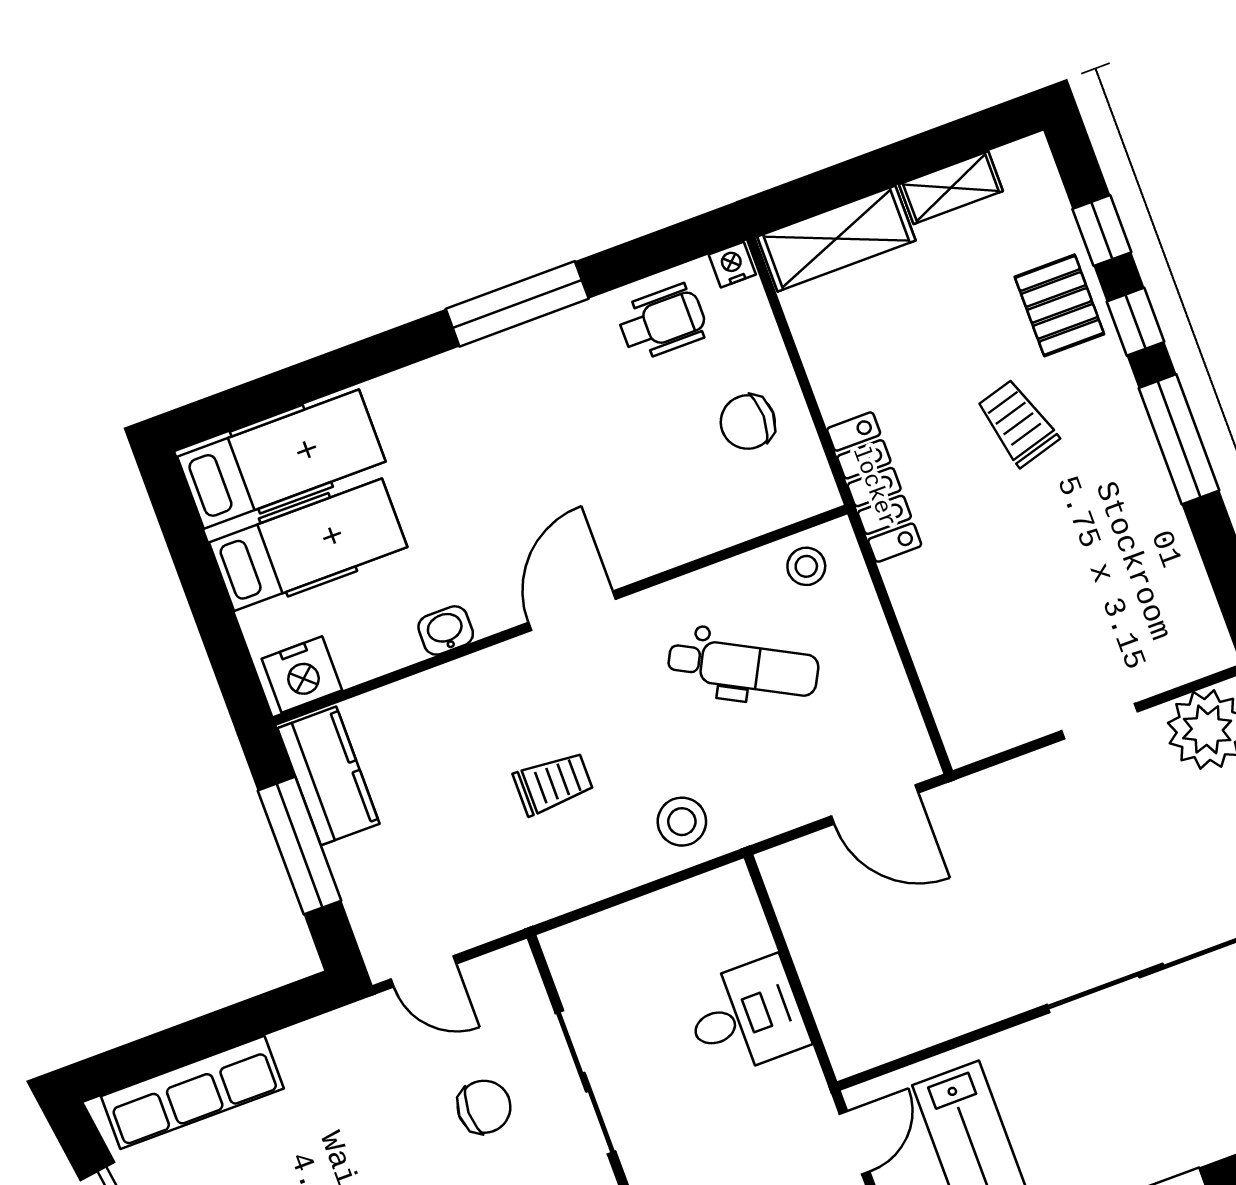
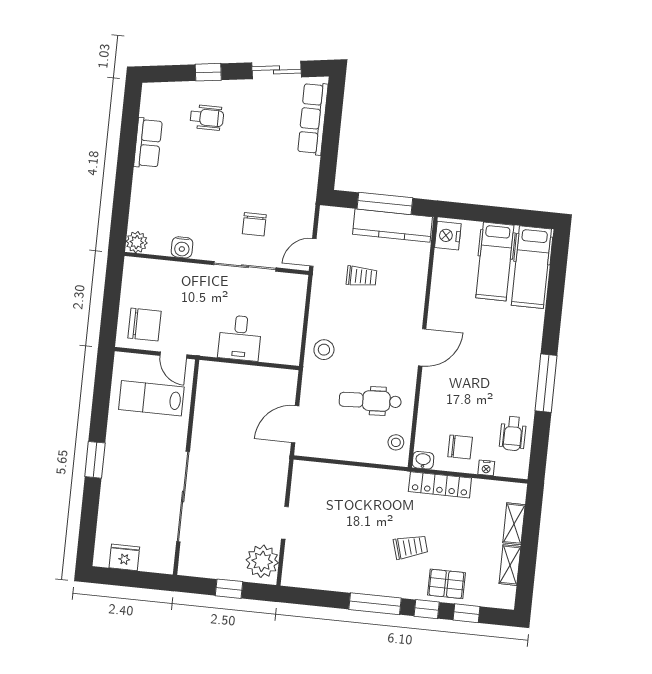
shelving: (836, 239) -> (514, 524), width x0.67, depth x0.75
nightstand: (732, 265) -> (486, 468), moved, turned 90
chair: (748, 422) -> (460, 447), turned 90
locker: (874, 487) -> (440, 485), moved
door: (572, 611) -> (422, 347), hinge flipped
washbasin: (446, 630) -> (423, 460), moved, turned -90
dental chair: (743, 667) -> (370, 401), turned 59
kitchen counter: (329, 776) -> (392, 226), width x1.50
trolley: (553, 783) -> (362, 276), moved, turned -90
door: (423, 971) -> (313, 252), moved

